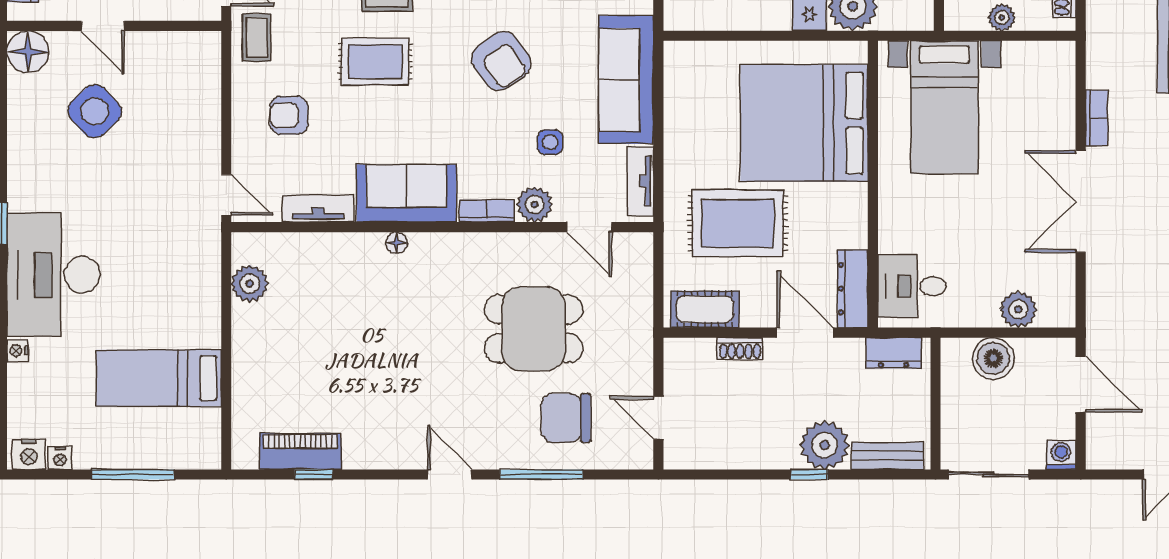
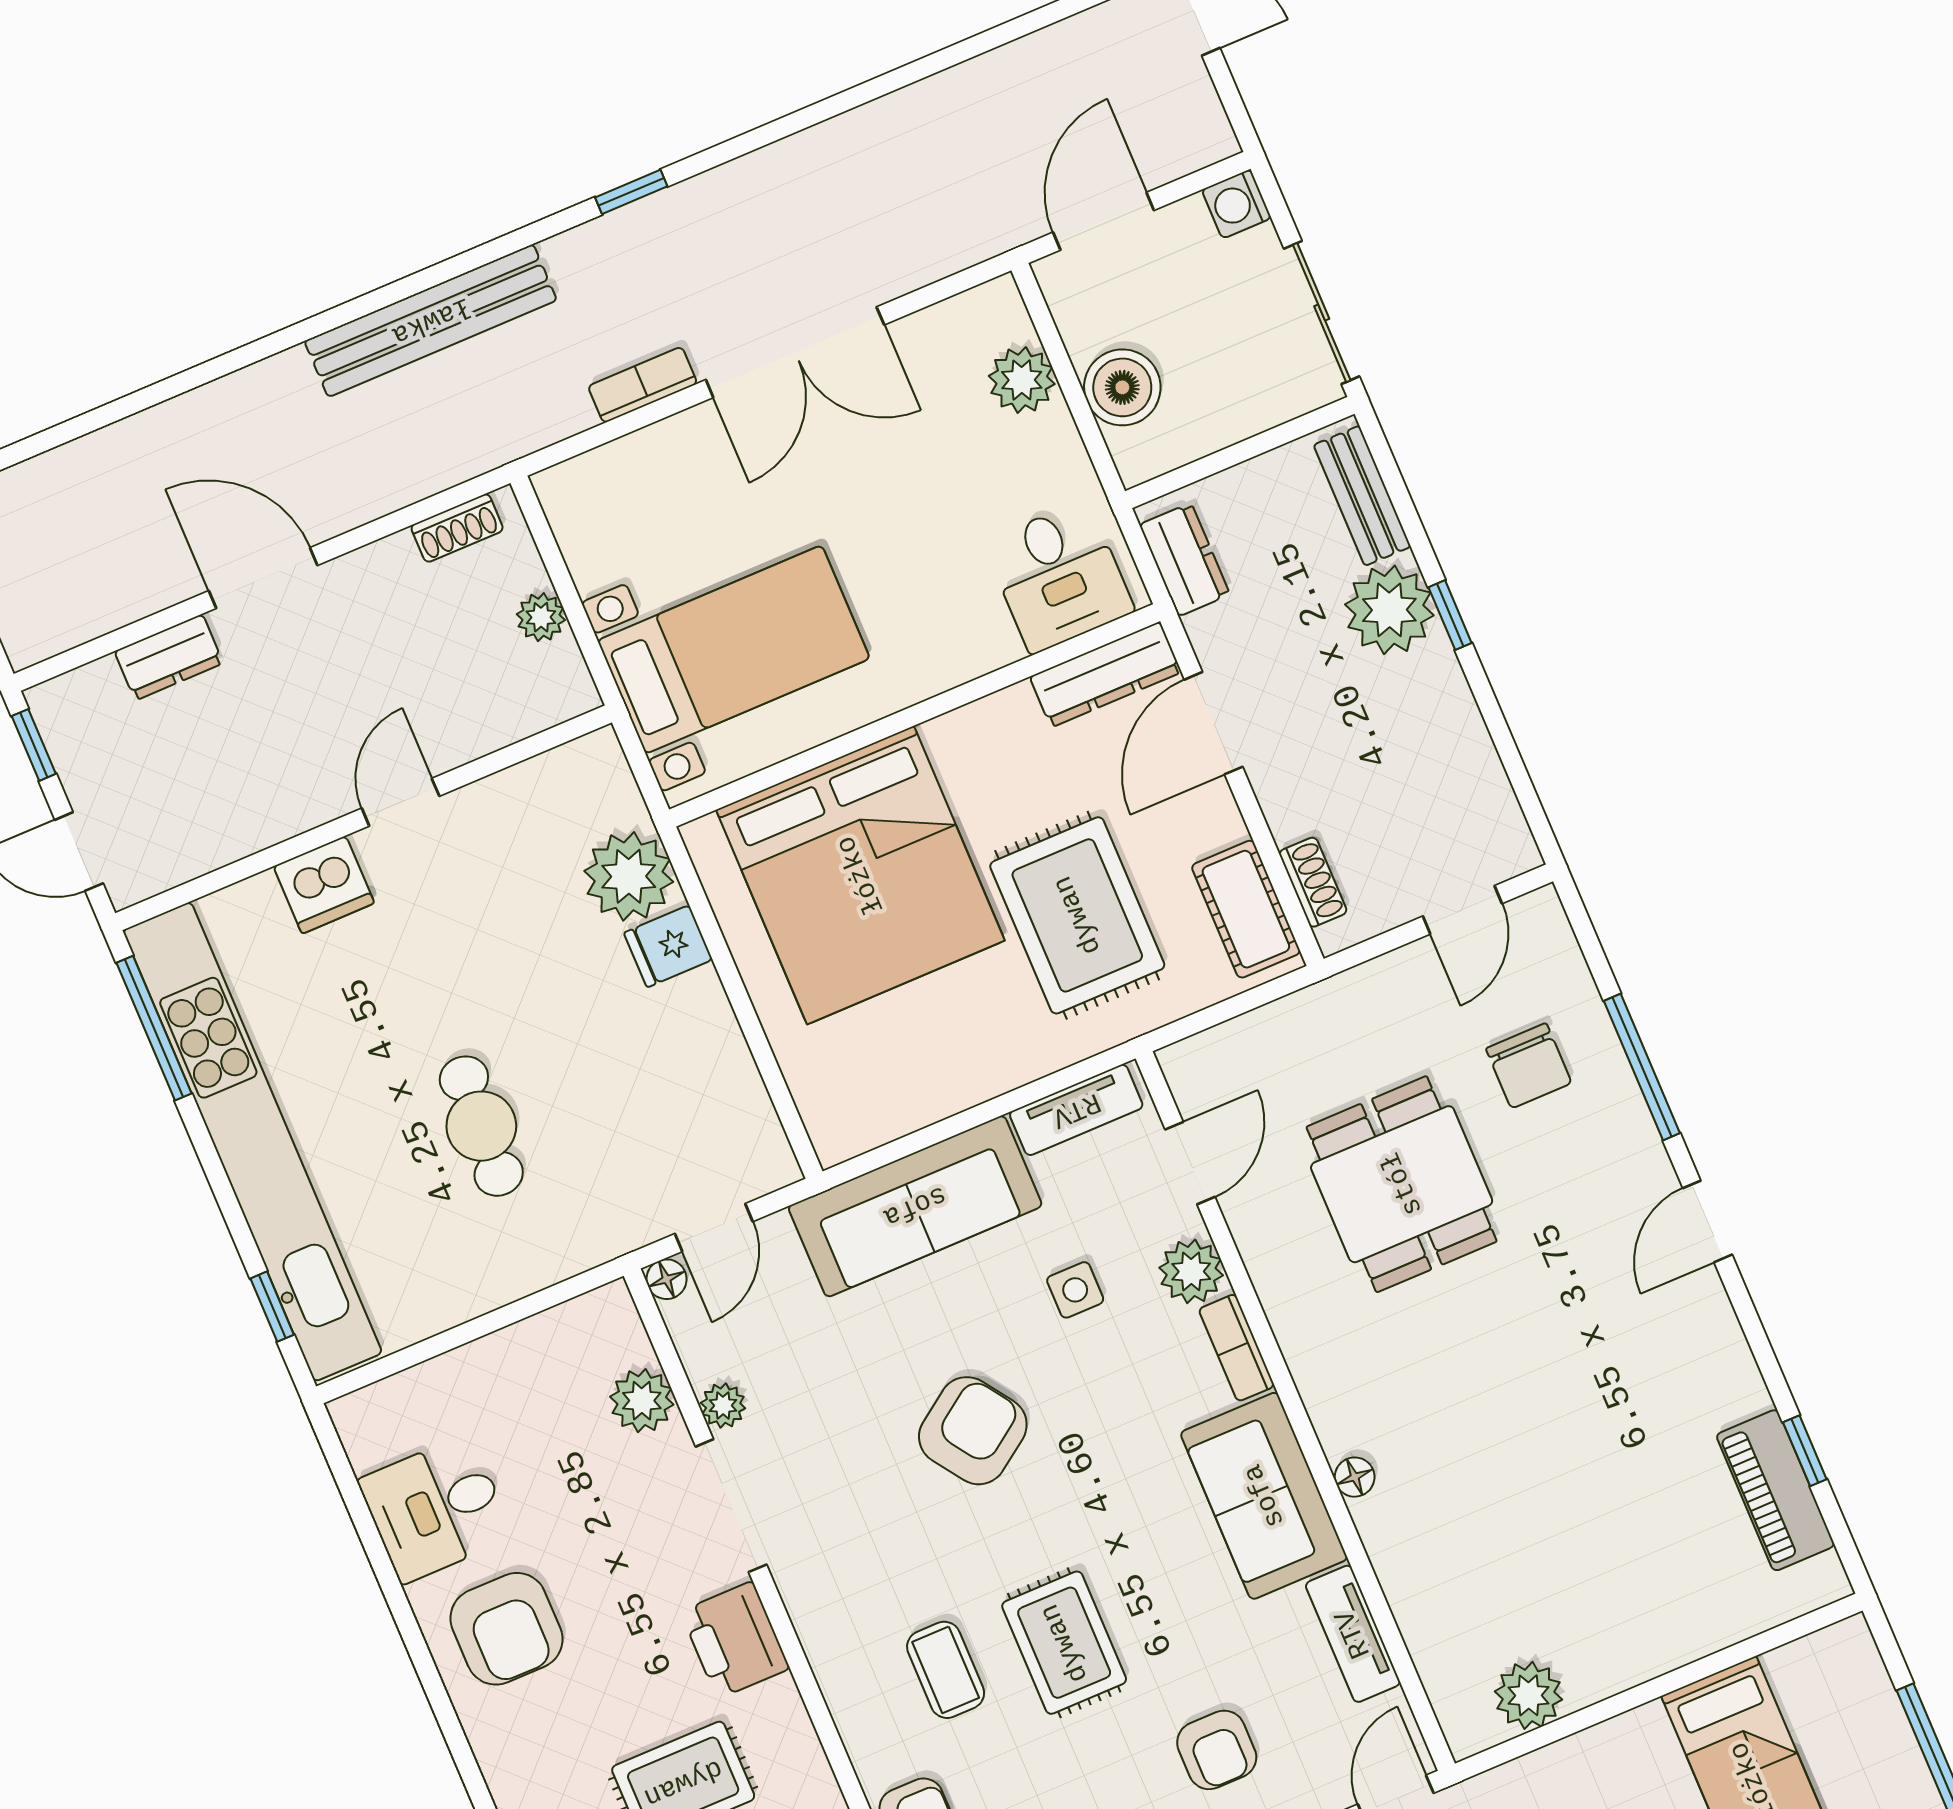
shoe rack: (740, 349) -> (1313, 882), moved
chair: (566, 418) -> (1529, 1066), width x0.73, depth x0.73

